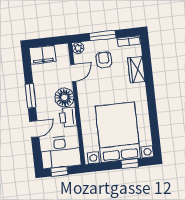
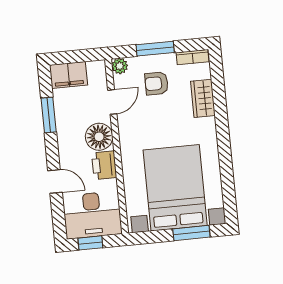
armchair: (104, 60) -> (156, 83), turned -90
window: (31, 96) -> (49, 115), moved
door: (34, 129) -> (55, 181), hinge flipped
window: (130, 164) -> (191, 233), width x1.50

